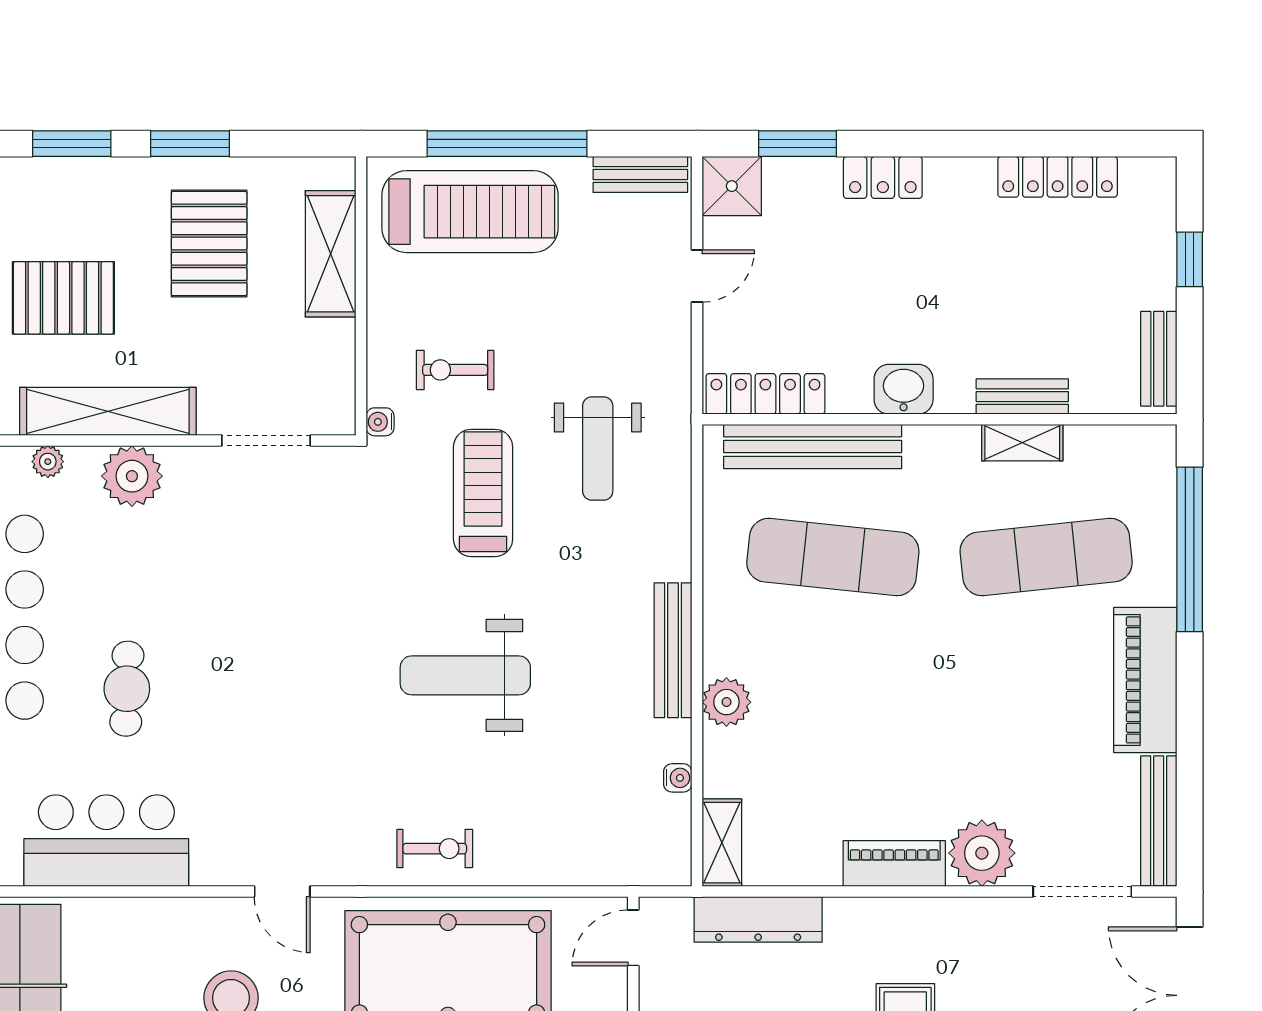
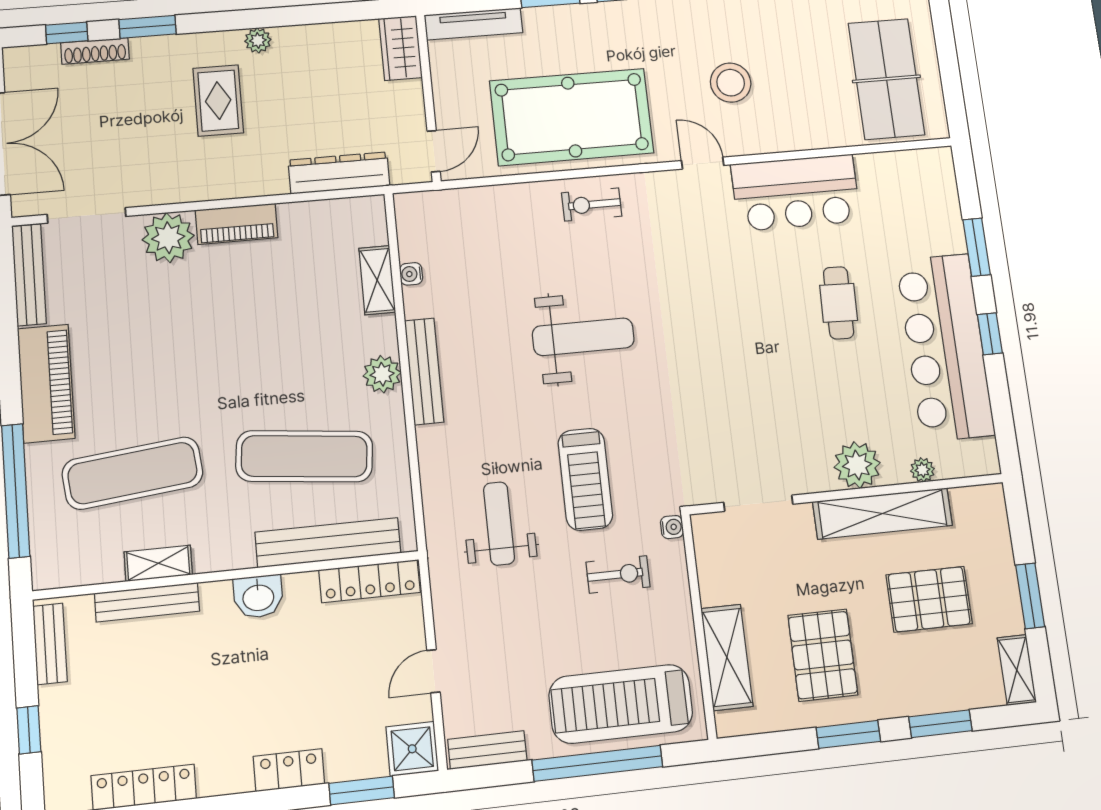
bench: (1022, 397) -> (147, 602), width x1.36
plant: (726, 702) -> (382, 374), moved
bar counter: (106, 841) -> (796, 193), moved
shelving: (722, 843) -> (377, 280), moved

